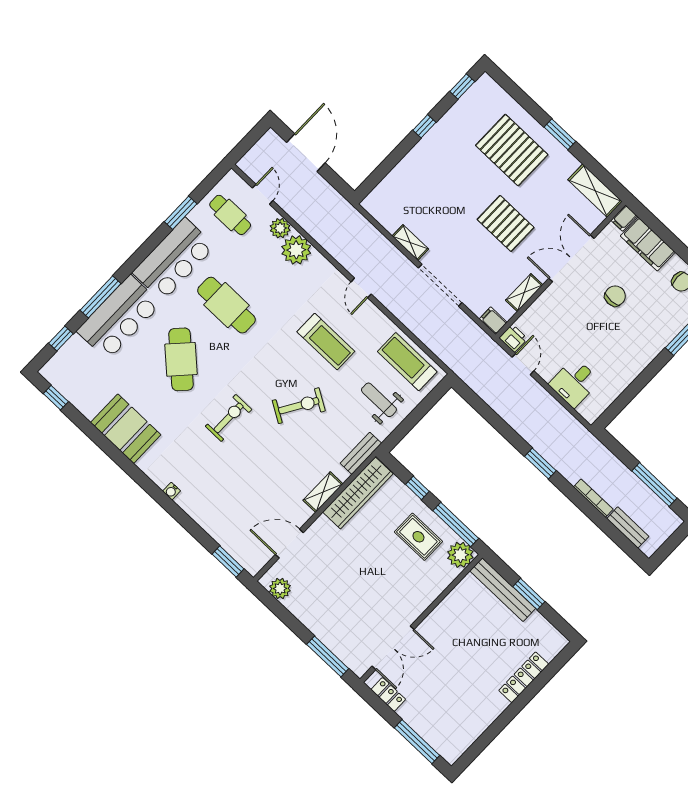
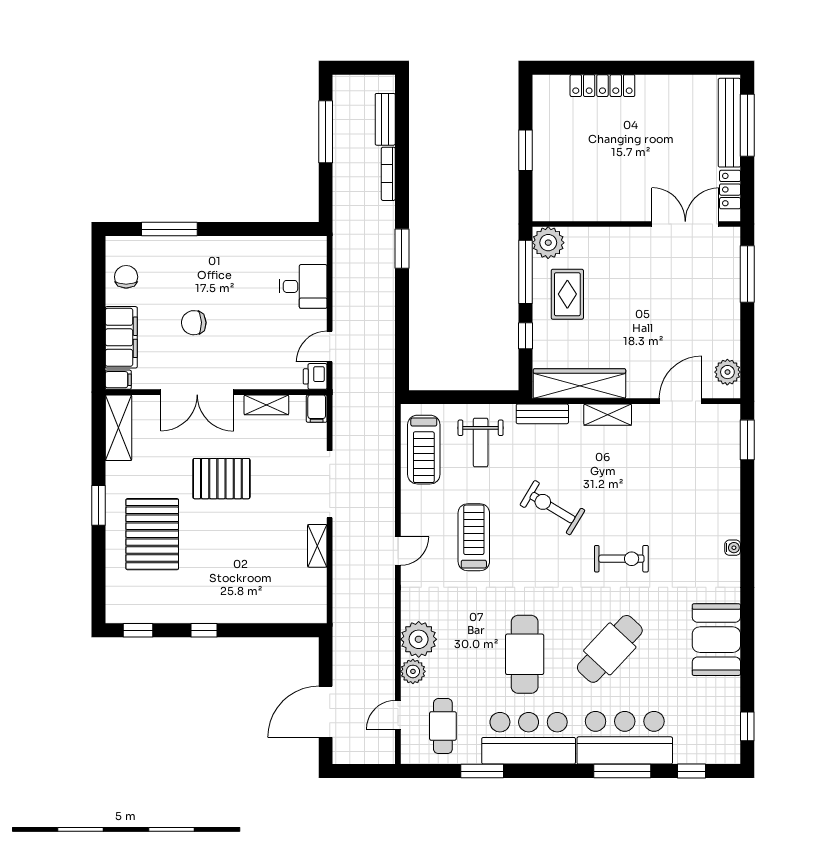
pallet: (506, 223) -> (221, 479), turned 90
exercise bike: (229, 418) -> (621, 559), turned 180
door: (289, 544) -> (681, 401), swing flipped
bench: (503, 590) -> (729, 123), moved

